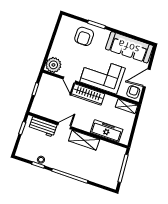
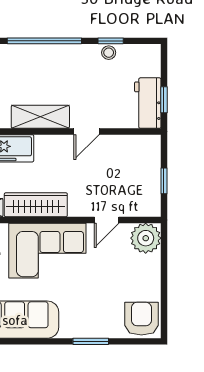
armchair: (84, 36) -> (141, 319), moved
door: (69, 80) -> (107, 220), swing flipped
wardrobe: (88, 94) -> (36, 205), moved
workbench: (43, 127) -> (148, 103), moved, turned -90

